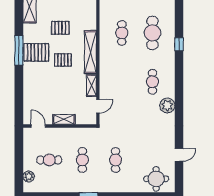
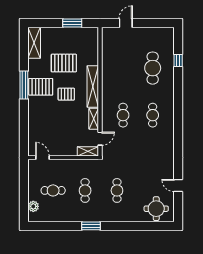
pallet: (60, 28) -> (64, 63), width x1.50, depth x1.42
cafe table: (122, 33) -> (123, 115), moved
window: (179, 44) -> (178, 61), moved
plant: (167, 105) -> (167, 138), removed
shelving: (64, 119) -> (88, 151), moved
door: (179, 155) -> (178, 186), swing flipped

